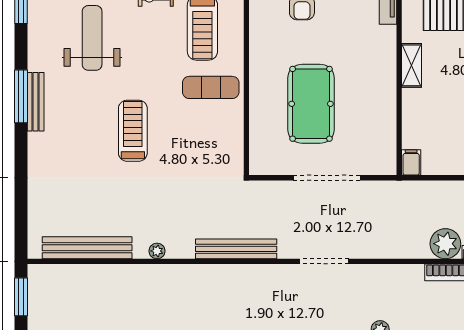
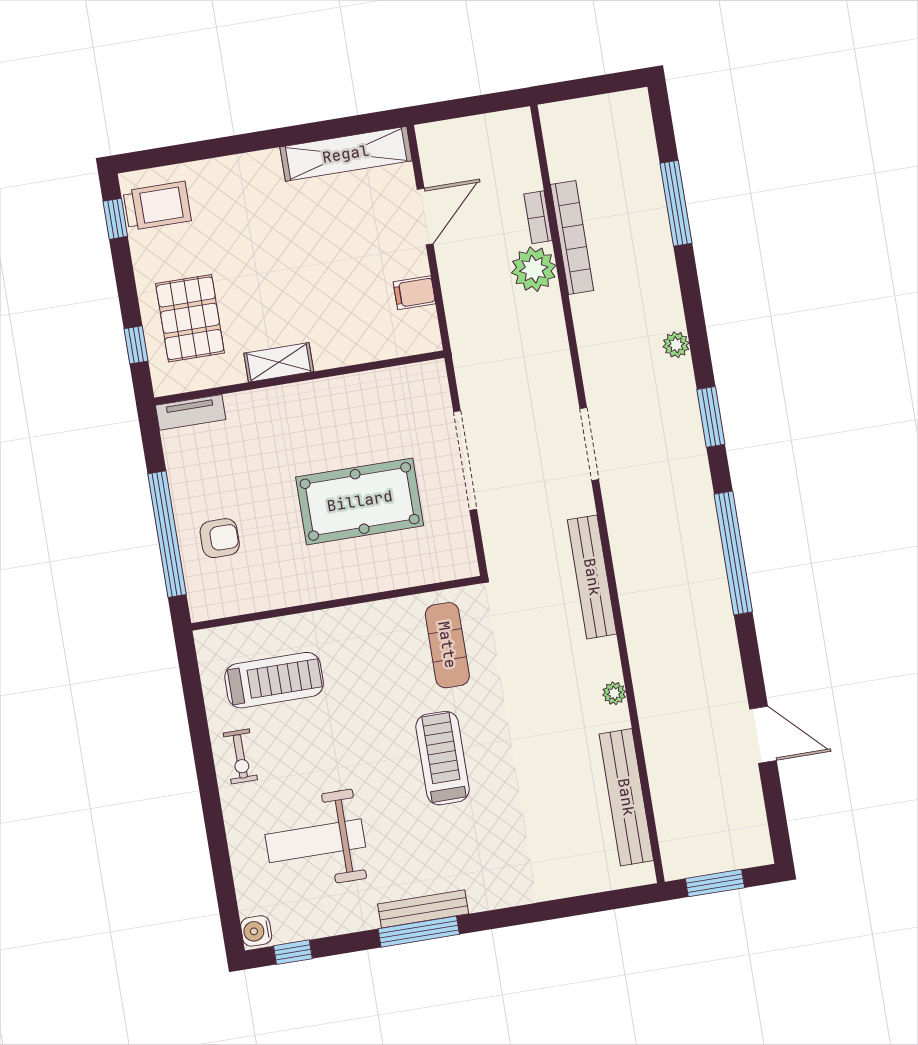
exercise mat: (211, 87) -> (447, 645), moved
treadmill: (133, 131) -> (443, 758), turned 90
filing cabinet: (411, 162) -> (414, 293), moved

